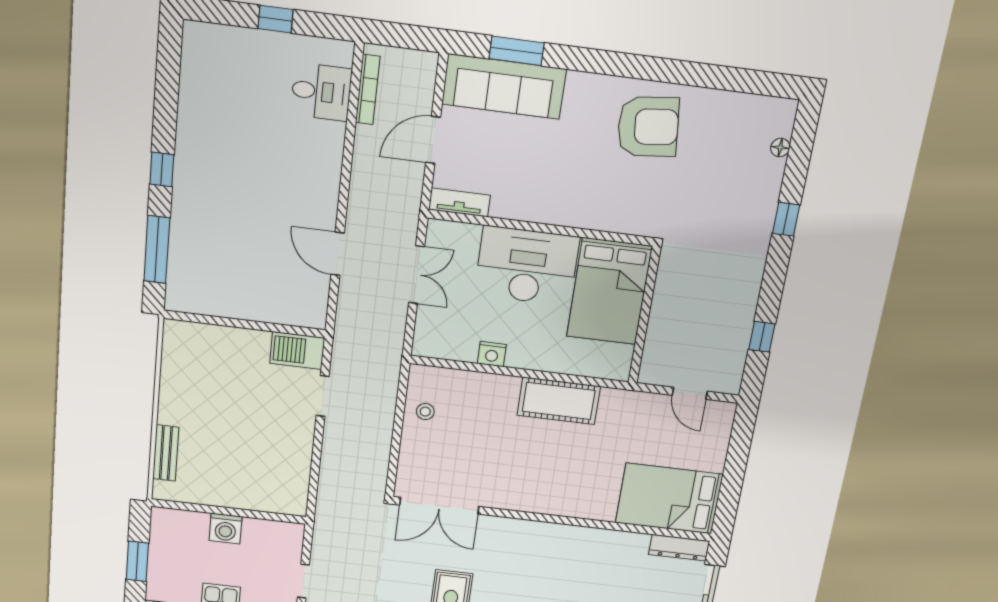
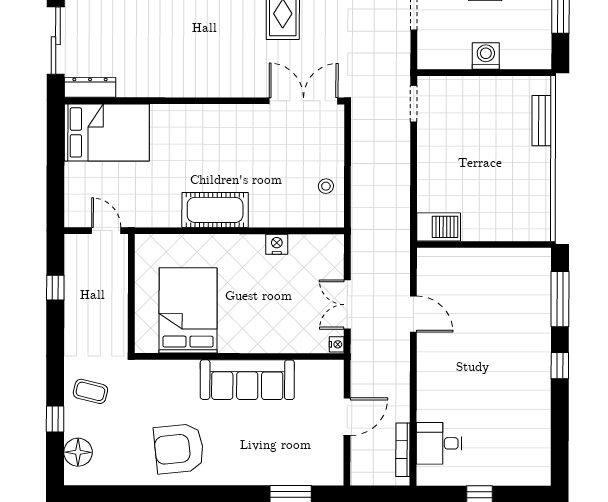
sofa: (504, 87) -> (247, 380), moved, turned 180
floor lamp: (780, 148) -> (78, 452), width x1.89, depth x1.89
tv unit: (459, 202) -> (320, 369), removed
coffee table: (744, 211) -> (90, 391), added
window: (786, 219) -> (55, 419), moved
nightstand: (435, 229) -> (337, 344), added
desk: (527, 266) -> (258, 323), removed
wall: (645, 316) -> (131, 293), moved
doorway: (323, 396) -> (414, 104), moved

